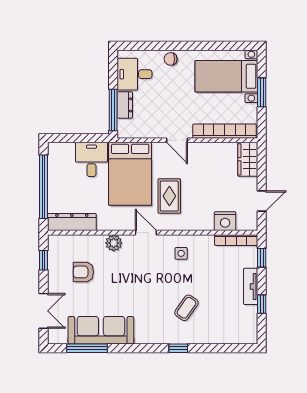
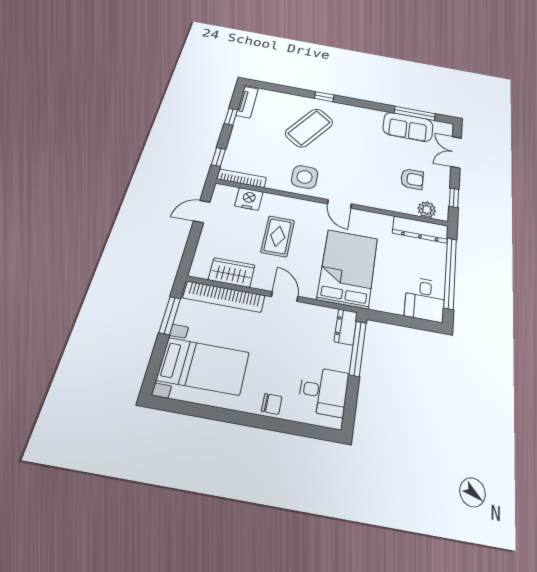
window: (262, 92) -> (170, 315), moved
dresser: (125, 105) -> (346, 327), moved
desk: (91, 159) -> (425, 299), moved
wardrobe: (248, 159) -> (232, 272), moved, turned -90
rug: (169, 196) -> (278, 236), moved
plant: (114, 243) -> (427, 210), moved
side table: (181, 253) -> (305, 177), width x1.87, depth x1.87
tv unit: (251, 286) -> (247, 102), moved
coffee table: (186, 308) -> (309, 128), width x1.86, depth x1.72
sofa: (101, 330) -> (408, 127), width x0.73

